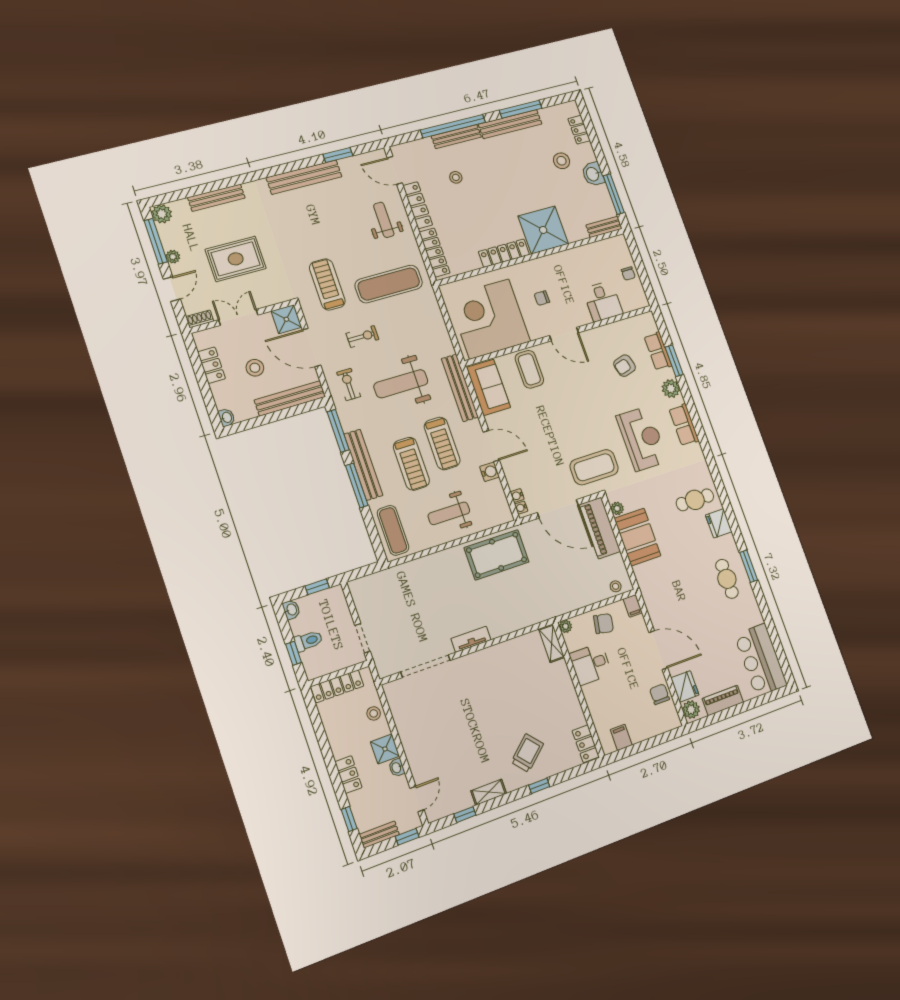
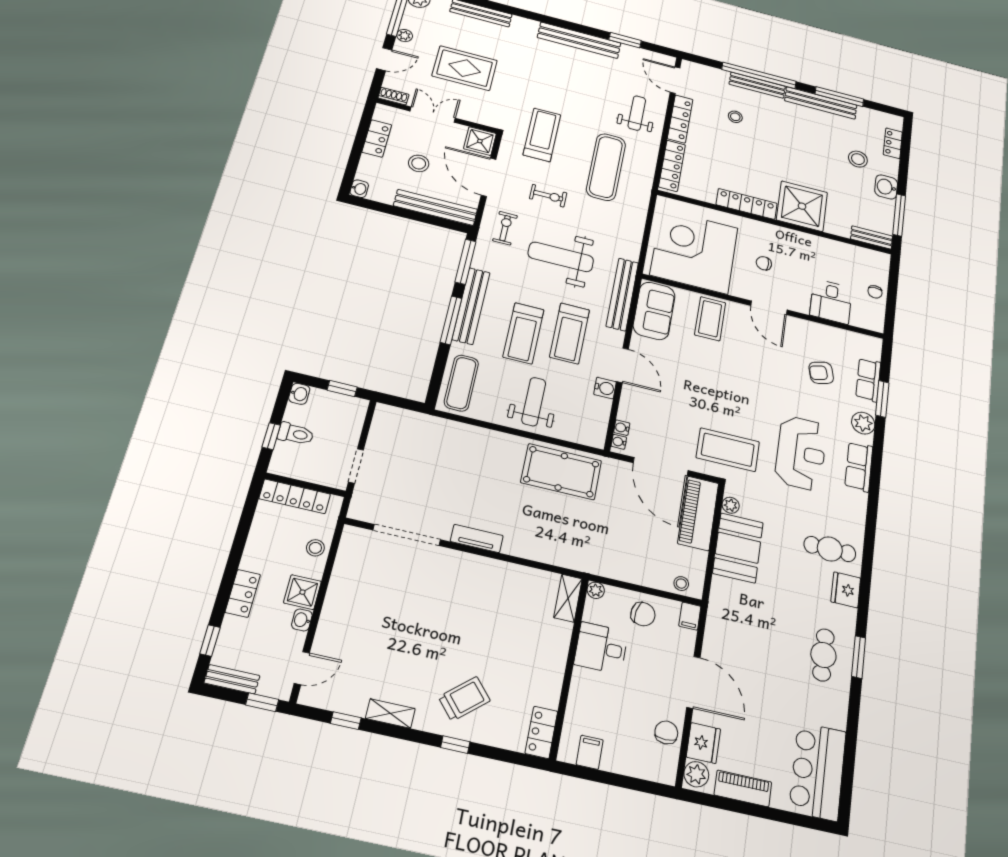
exercise mat: (389, 284) -> (606, 167), turned 90
weight bench: (449, 513) -> (534, 402), turned 90

